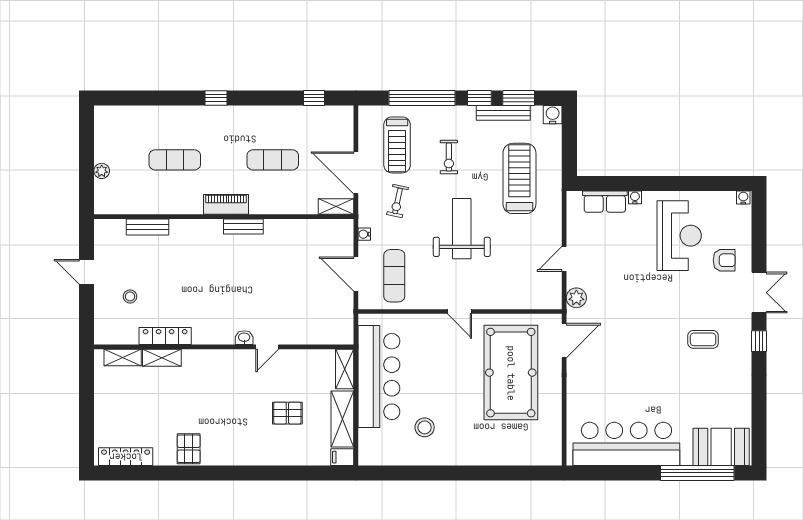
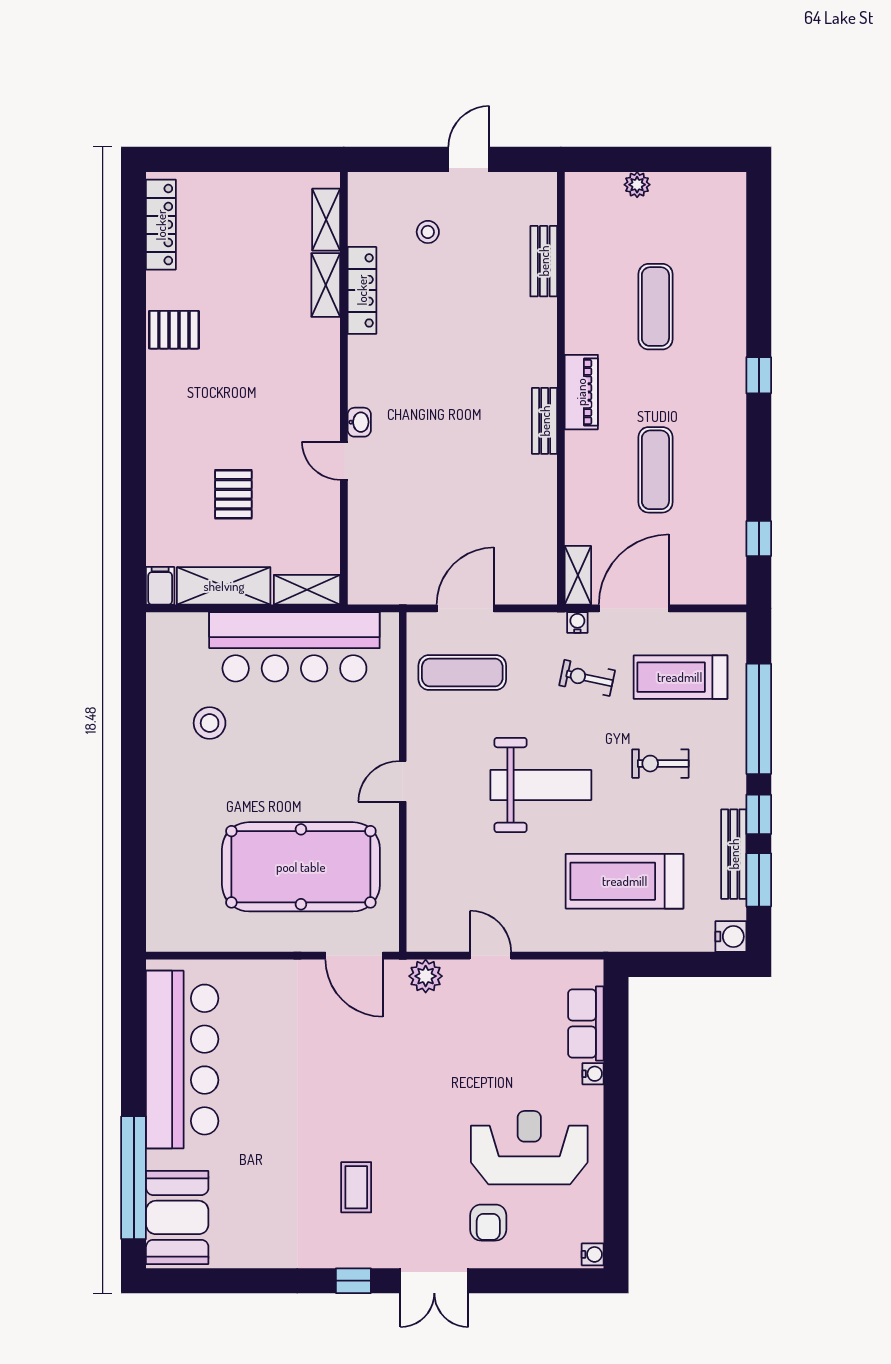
treadmill: (519, 178) -> (625, 881), turned 180
water cooler: (364, 234) -> (577, 622), moved
reception desk: (679, 236) -> (529, 1148), turned 180

